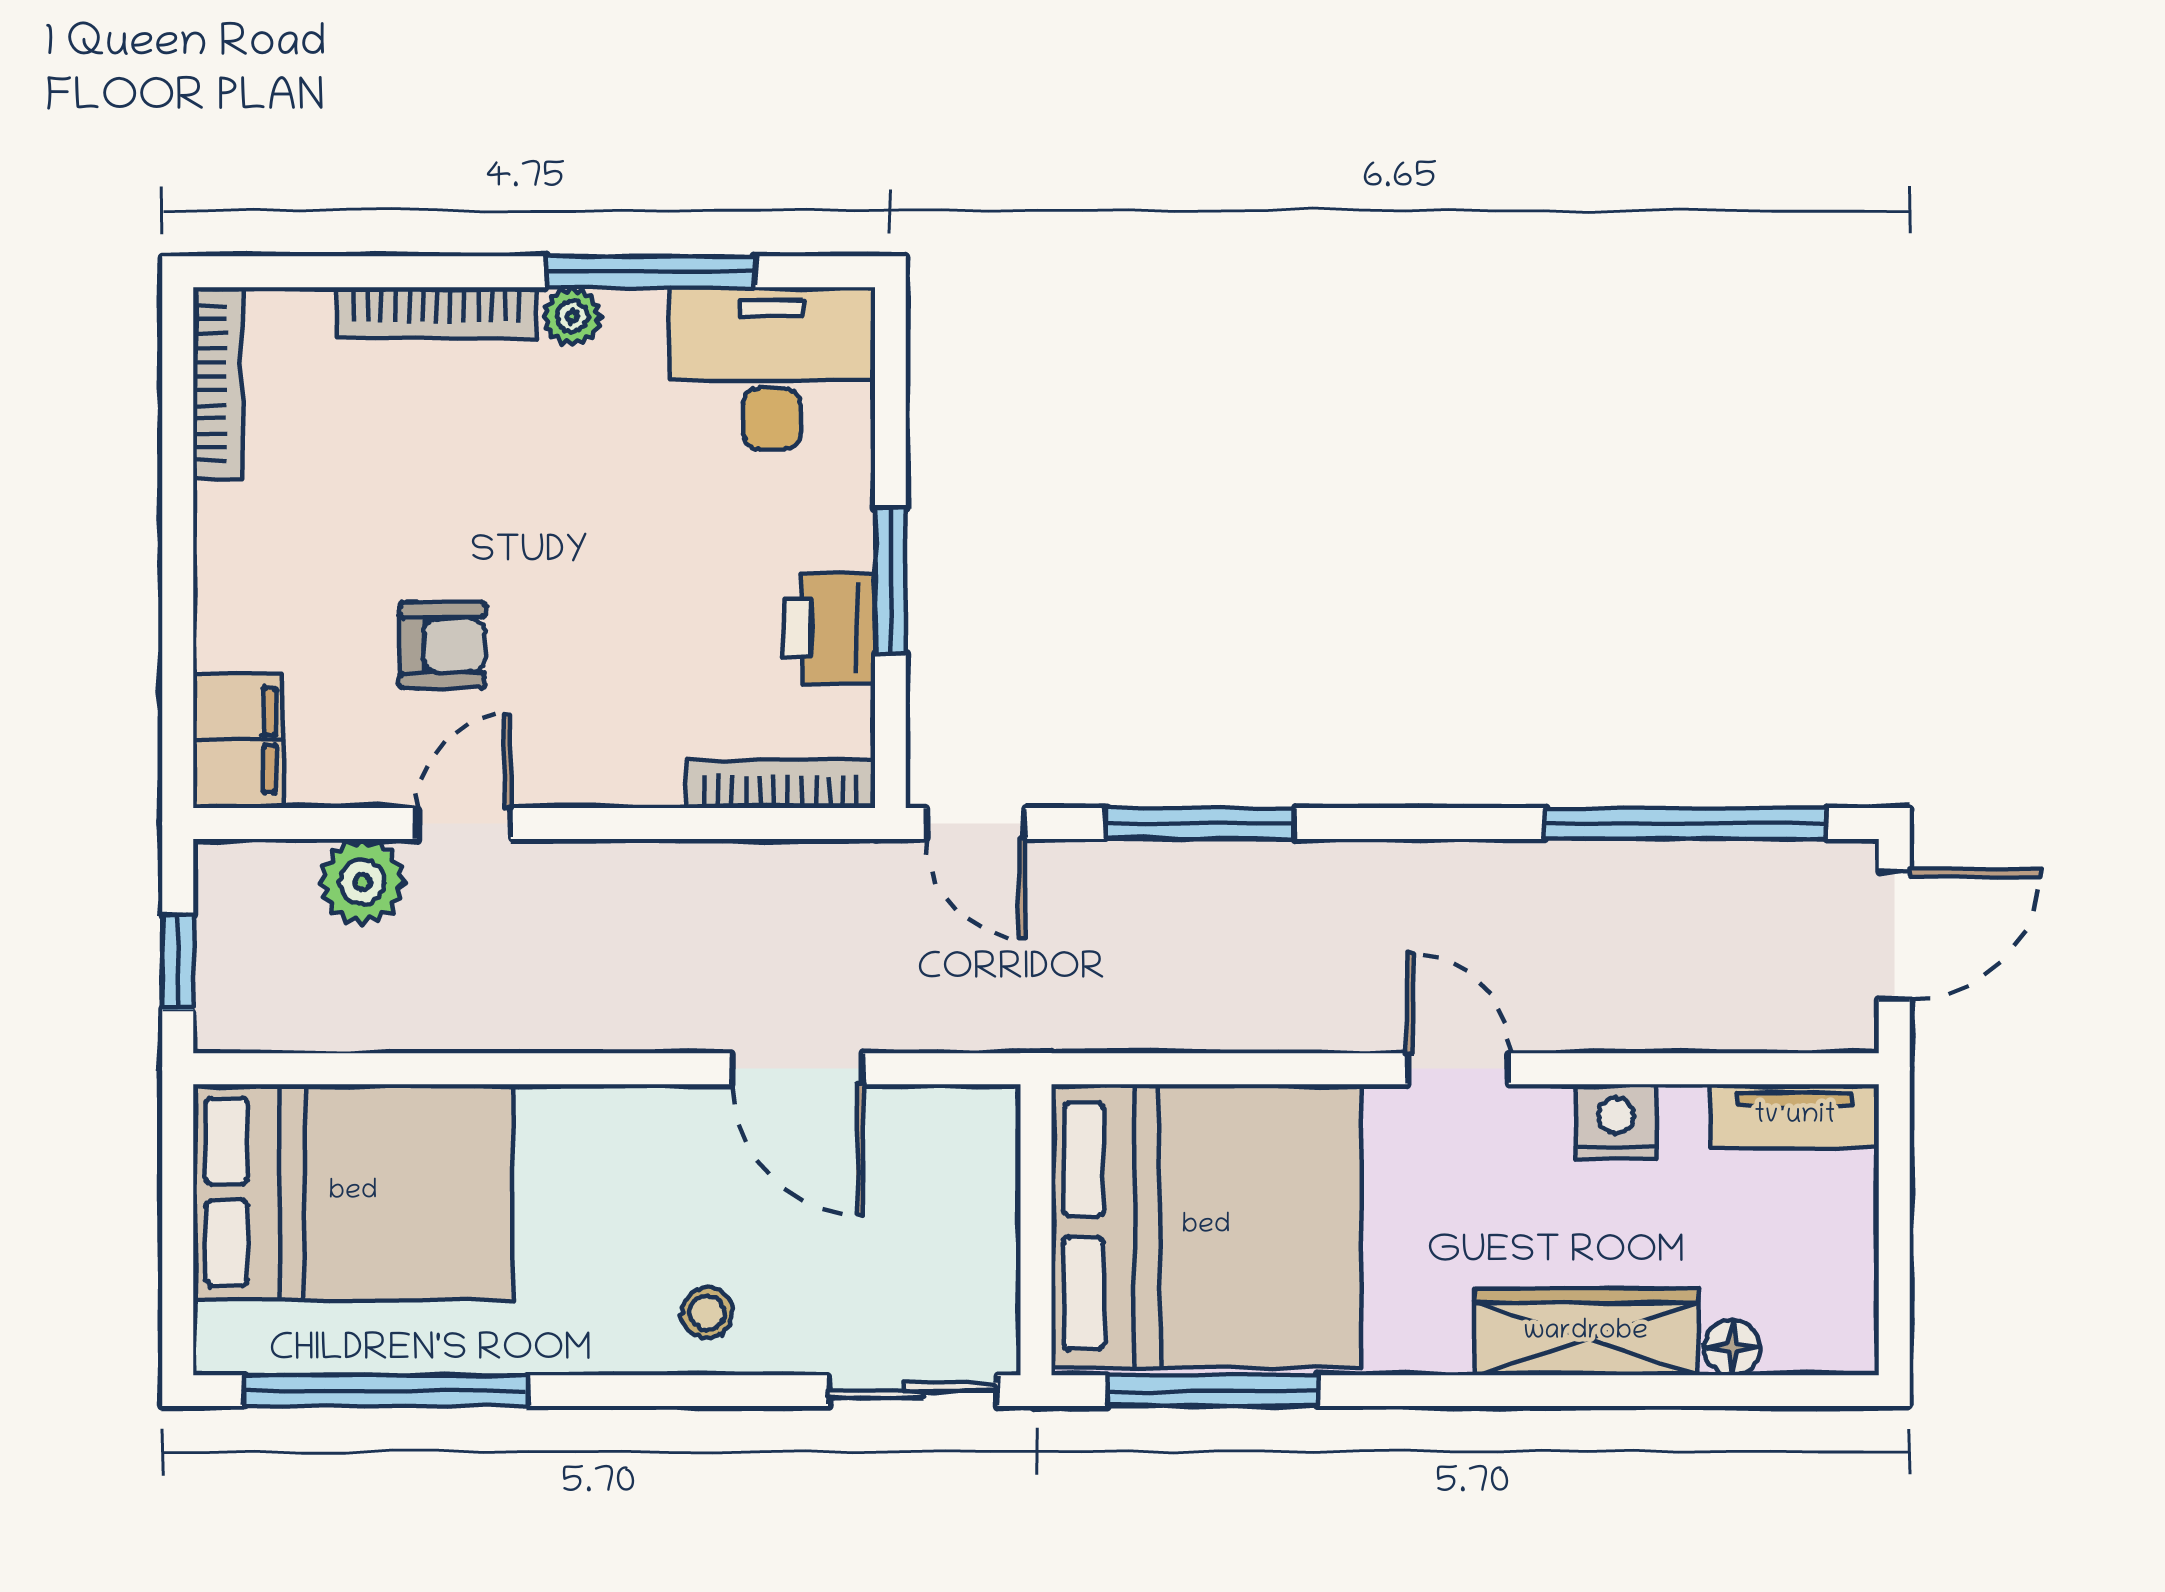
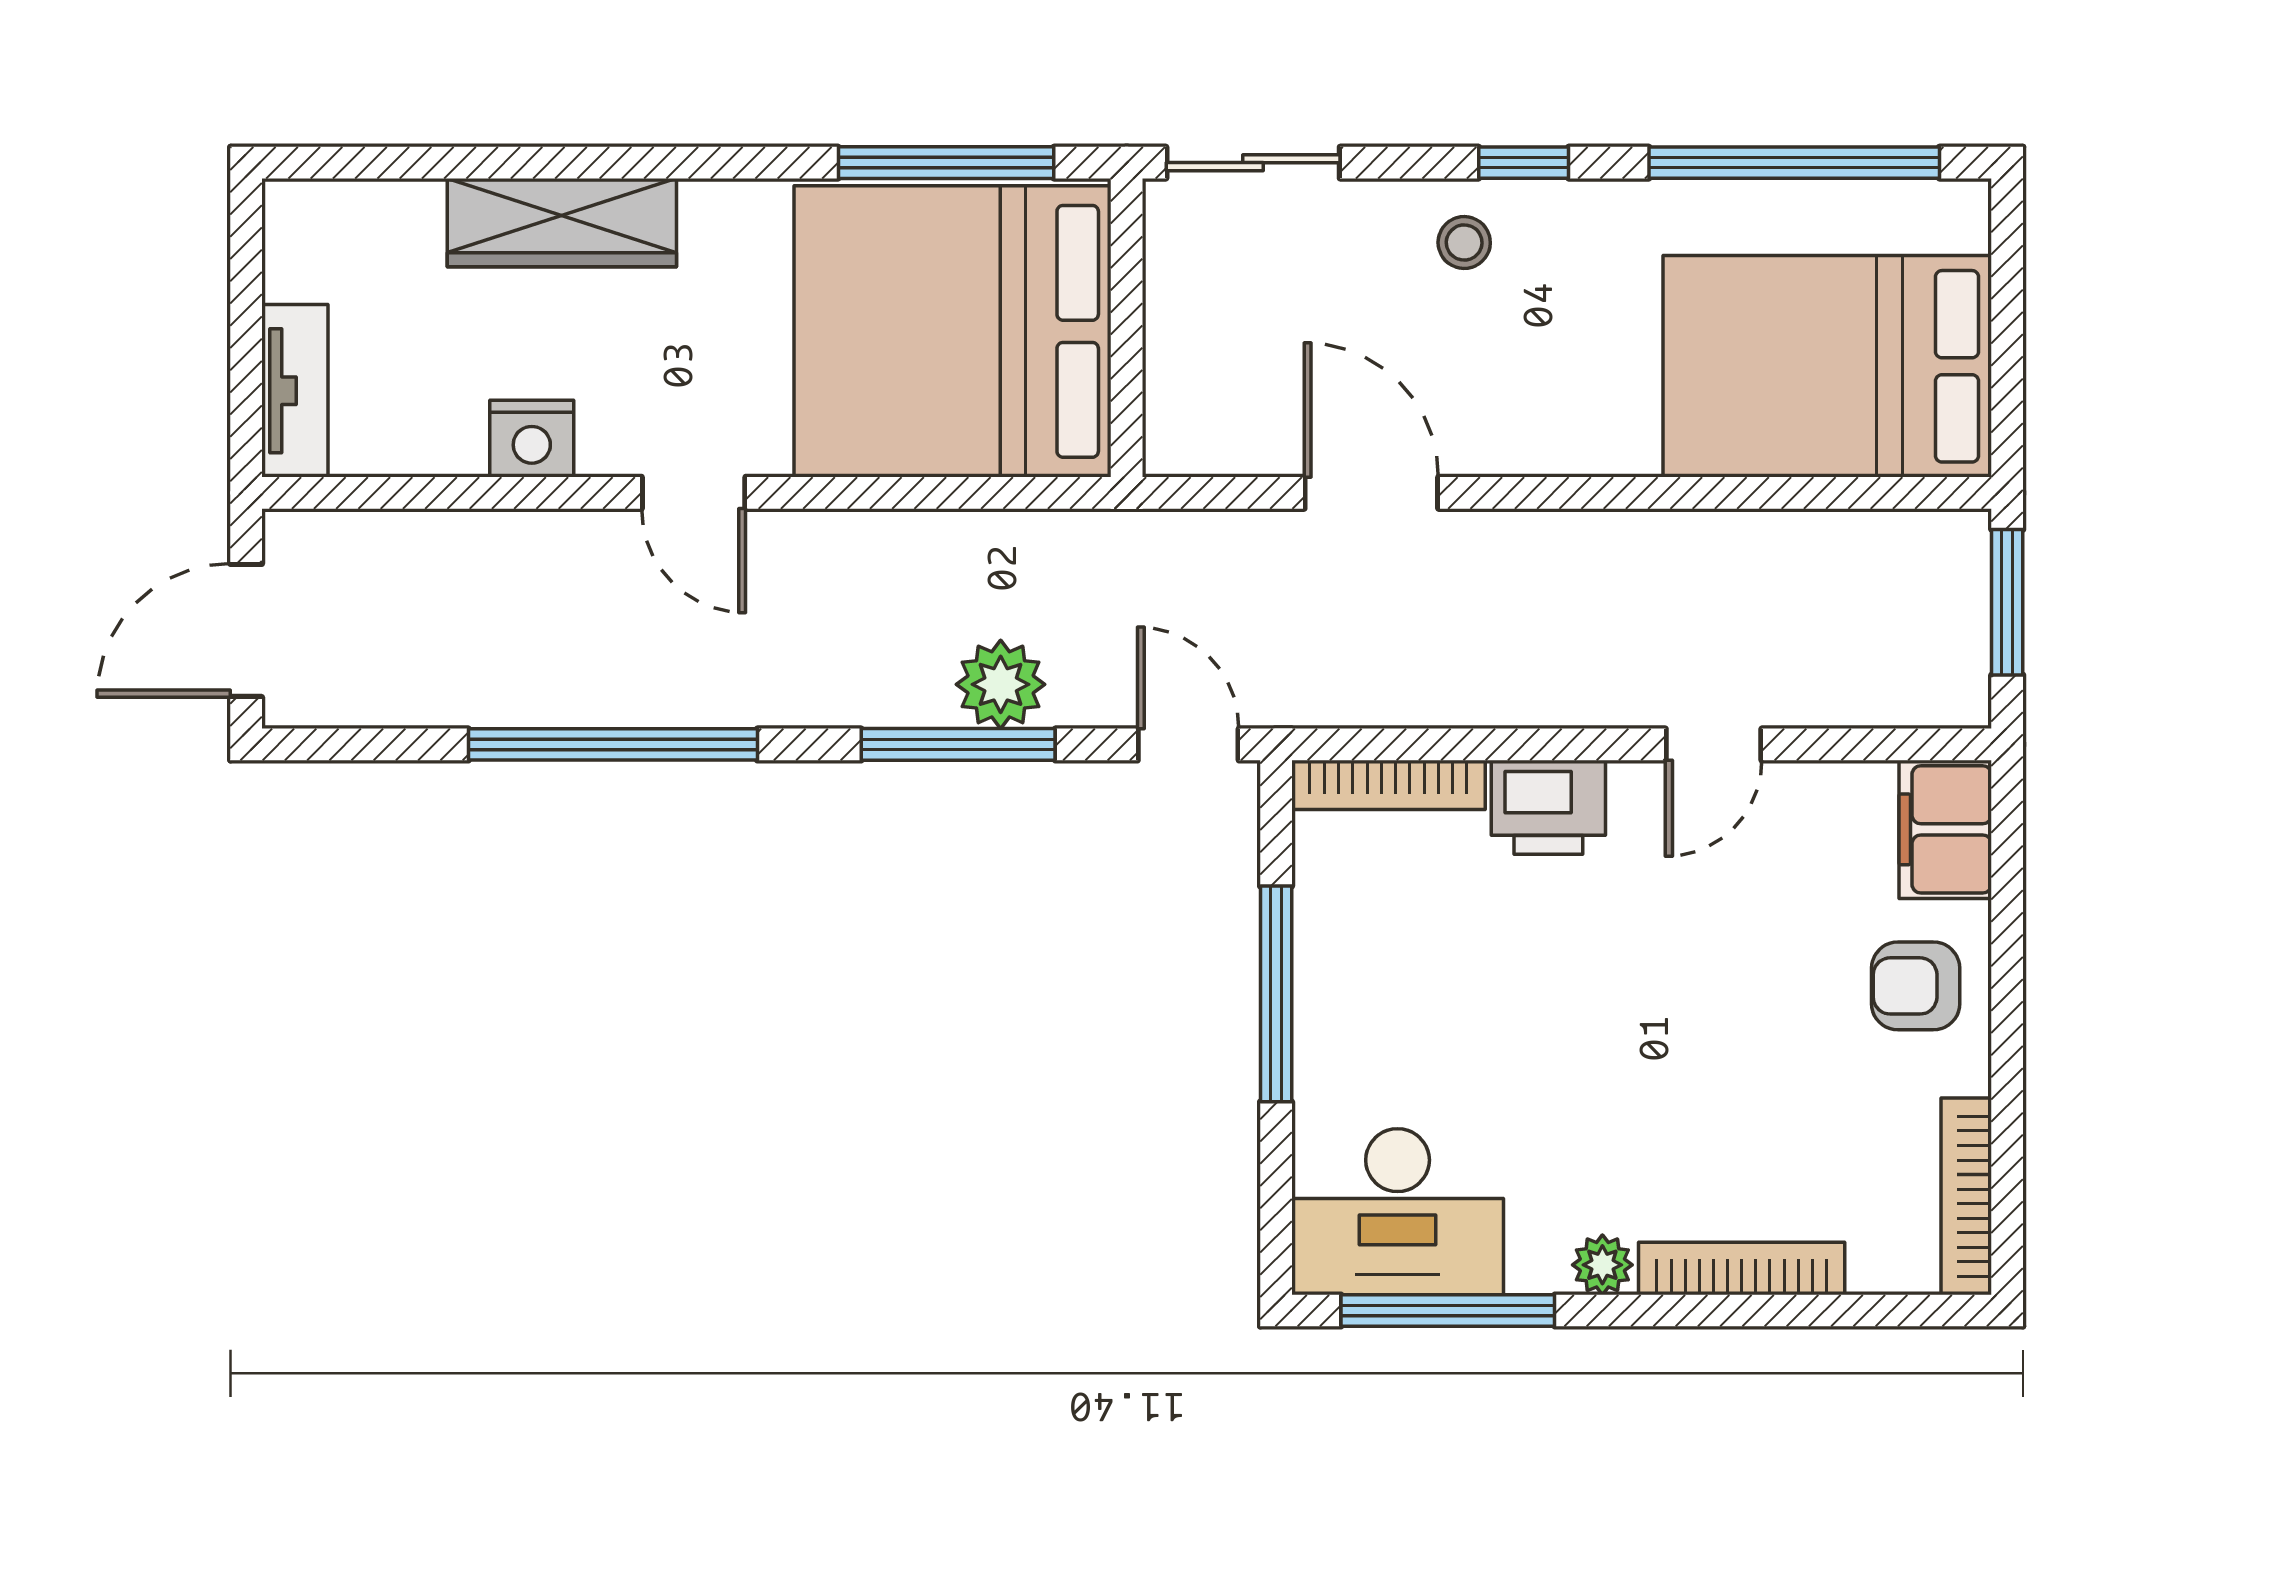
window: (650, 272) -> (1448, 1310), moved
window: (890, 580) -> (1276, 994), width x1.44
printer: (829, 628) -> (1548, 807), moved, turned 90
armchair: (442, 645) -> (1916, 986), moved
window: (1686, 824) -> (613, 744), moved
plant: (362, 882) -> (1001, 684), moved
window: (178, 962) -> (2007, 602), width x1.50
tv unit: (1795, 1116) -> (295, 391), moved, turned 90
floor lamp: (1732, 1347) -> (413, 207), removed
window: (649, 1391) -> (1524, 163), added

